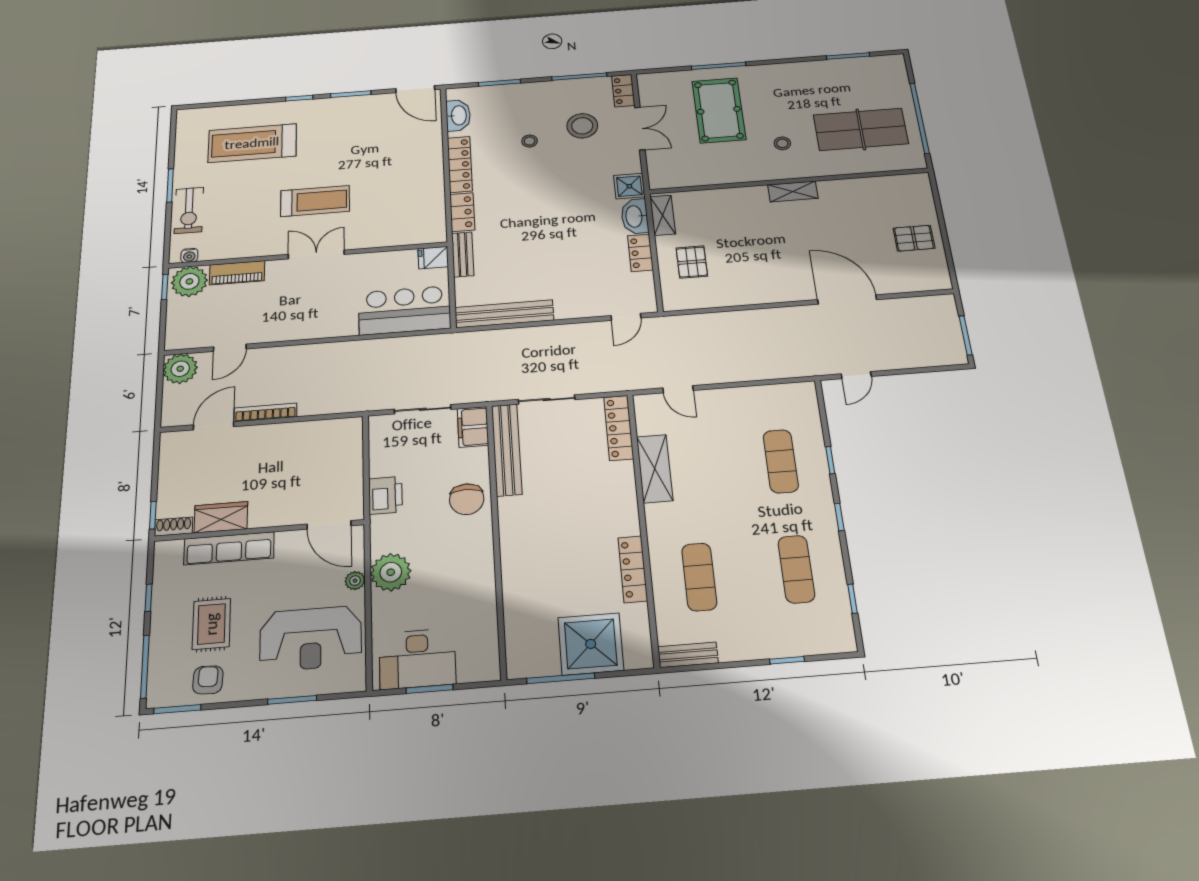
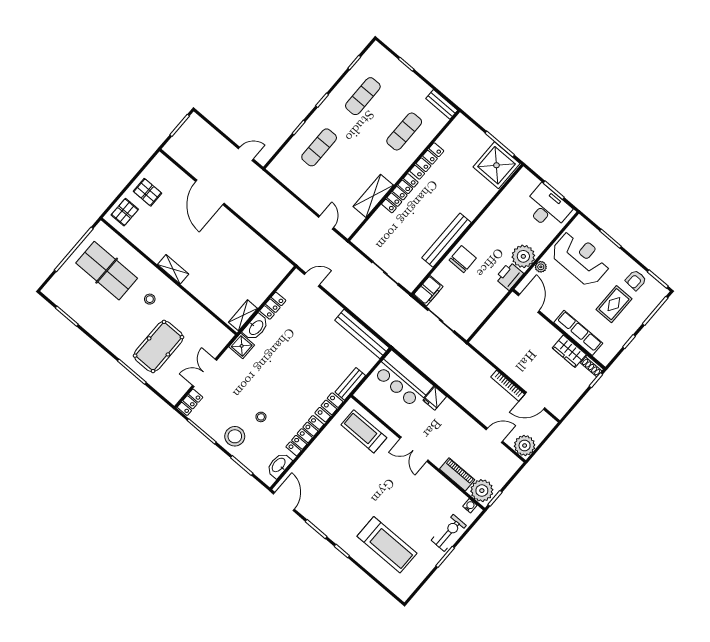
stool: (582, 126) -> (235, 436), moved
treadmill: (315, 201) -> (364, 431), moved
fridge: (433, 258) -> (435, 398), moved, turned 90
pallet: (692, 262) -> (125, 212), moved
locker: (619, 428) -> (400, 193), moved
bench: (507, 450) -> (447, 240), moved
printer: (386, 495) -> (509, 276), moved
shower: (591, 644) -> (496, 165), moved

